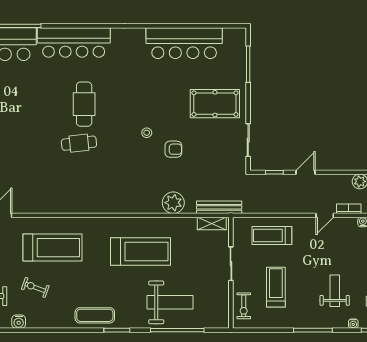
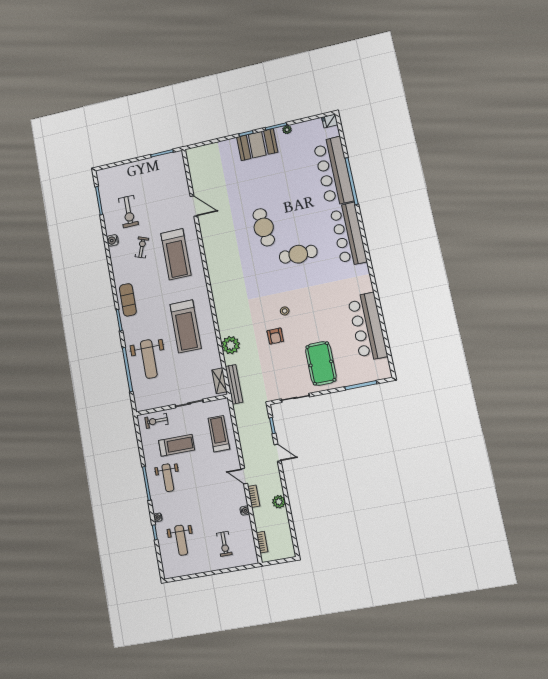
cafe table: (79, 143) -> (264, 227), moved, width x1.37, depth x1.35
weight bench: (335, 291) -> (168, 478), moved, turned 90

